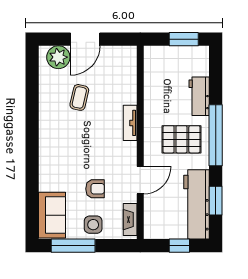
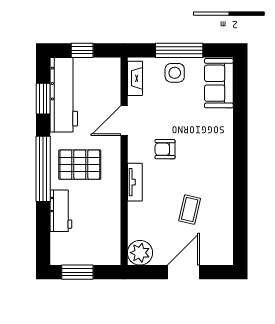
plant: (58, 57) -> (140, 253), moved
armchair: (95, 189) -> (165, 149), moved
window: (73, 246) -> (179, 50), moved

